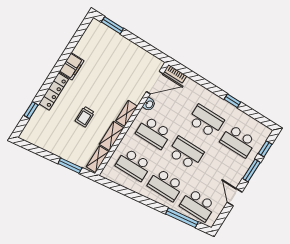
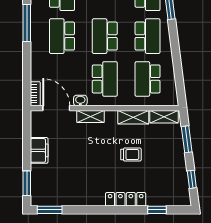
window: (82, 30) -> (50, 210), added
filing cabinet: (72, 66) -> (39, 150), moved, turned 90
window: (232, 101) -> (27, 23), width x2.17
shelving: (127, 113) -> (90, 116), moved
window: (38, 151) -> (192, 179), added
school desk: (134, 165) -> (148, 79), turned 180

